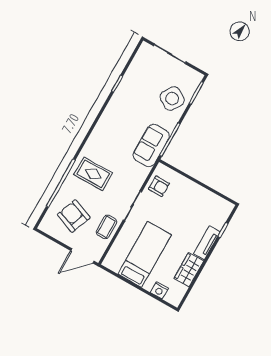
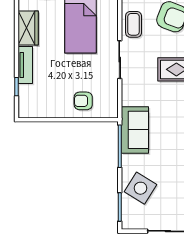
armchair: (159, 186) -> (83, 101), moved

